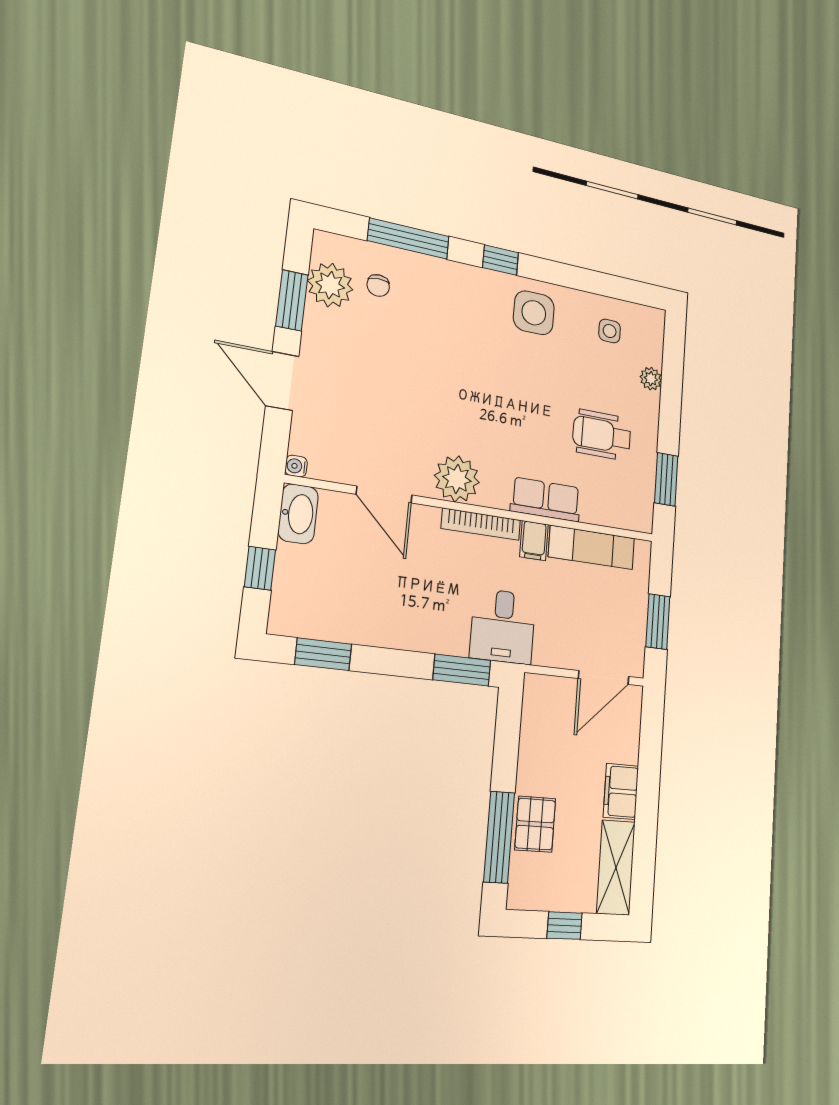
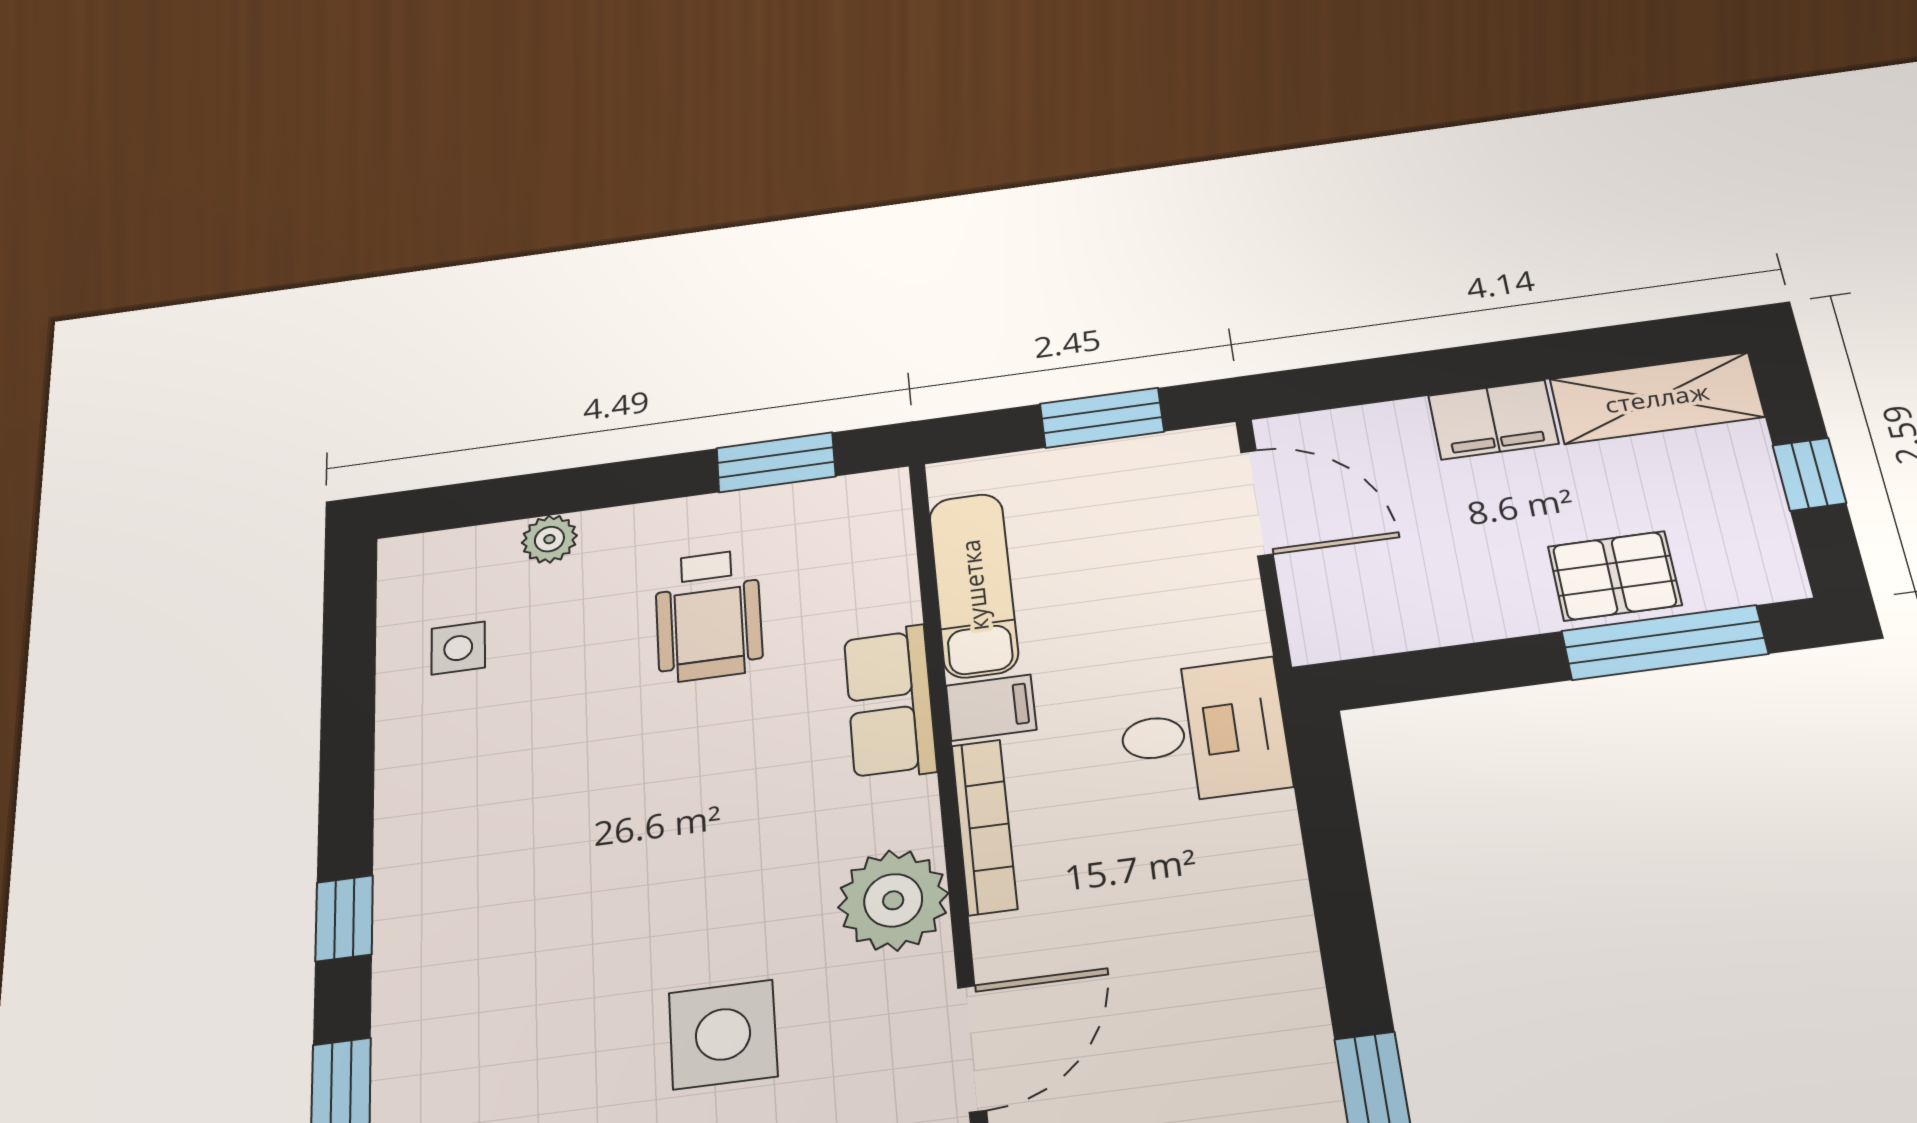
side table: (534, 313) -> (723, 1034), moved
window: (462, 670) -> (1325, 796), removed

